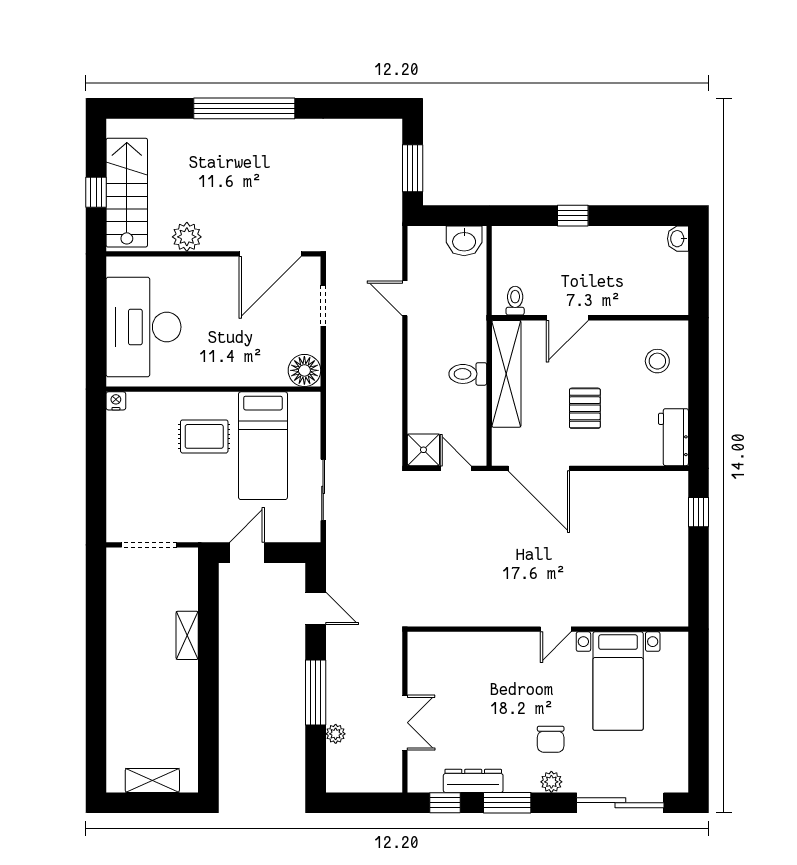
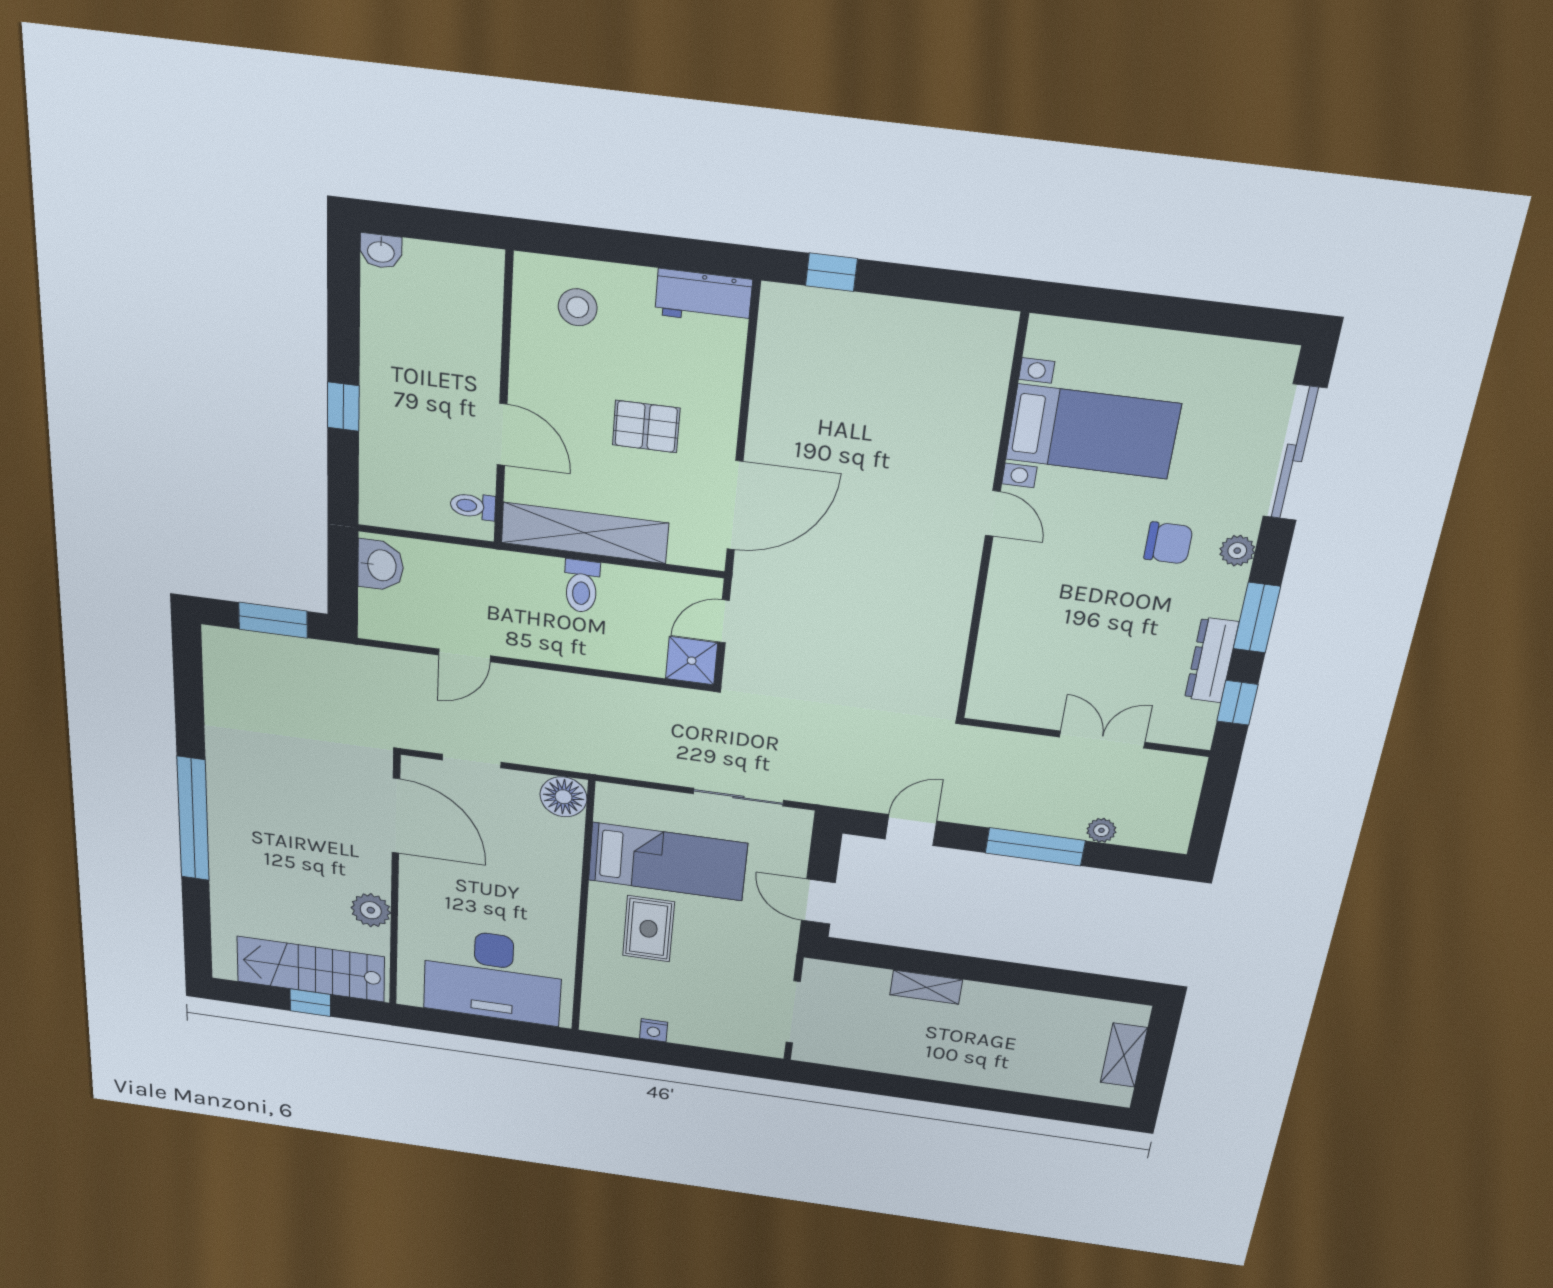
nightstand: (116, 401) -> (654, 1030), moved, turned -90

